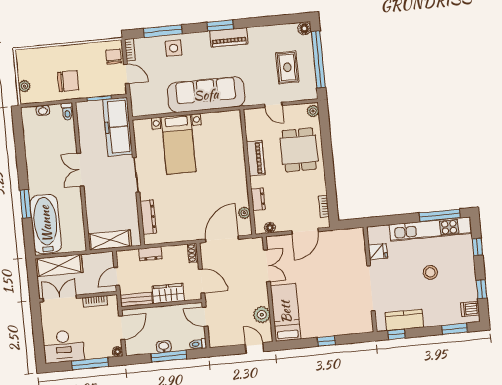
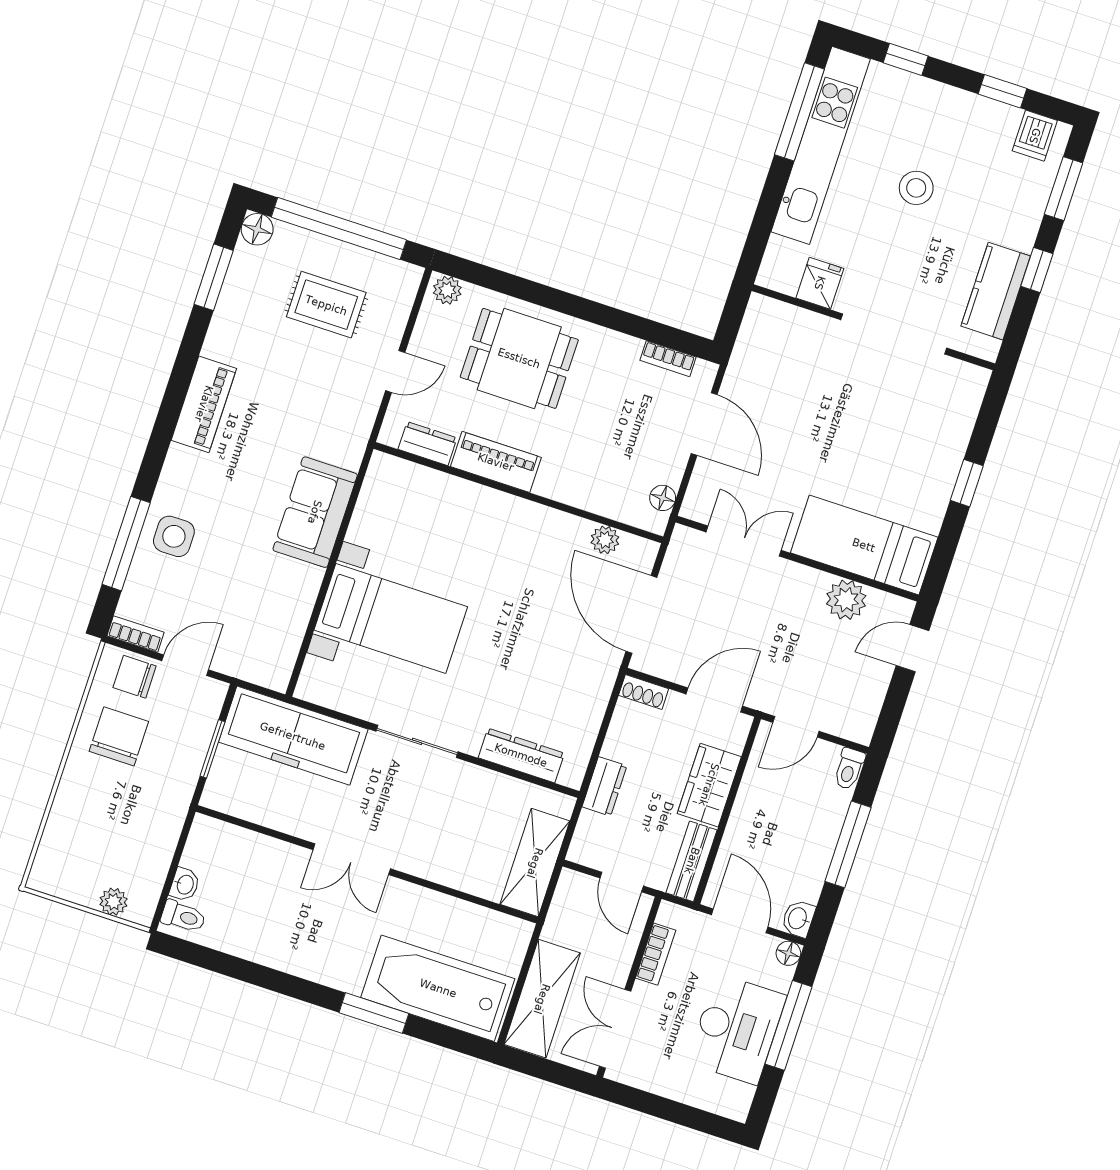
window: (220, 26) -> (214, 277), moved
chair: (68, 81) -> (119, 736), moved
sofa: (206, 95) -> (315, 512), width x0.54, depth x0.79
toilet: (67, 112) -> (183, 917), moved
dresser: (258, 199) -> (427, 444), moved
window: (397, 334) -> (1037, 270), moved
desk: (64, 346) -> (737, 1029), moved
washbasin: (164, 347) -> (798, 919), moved

